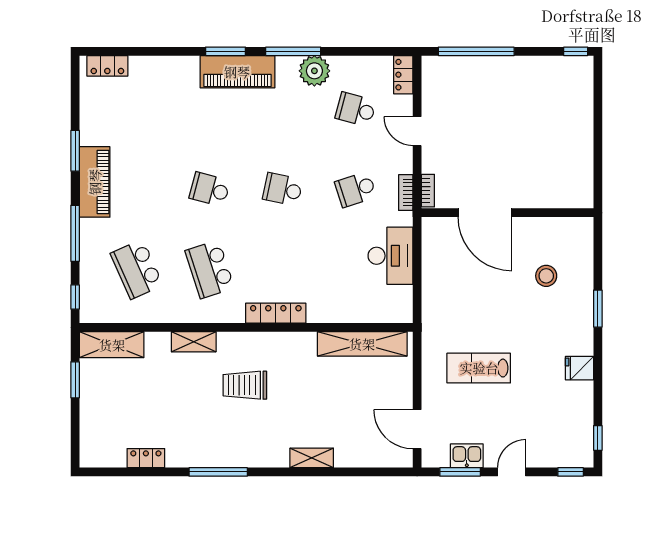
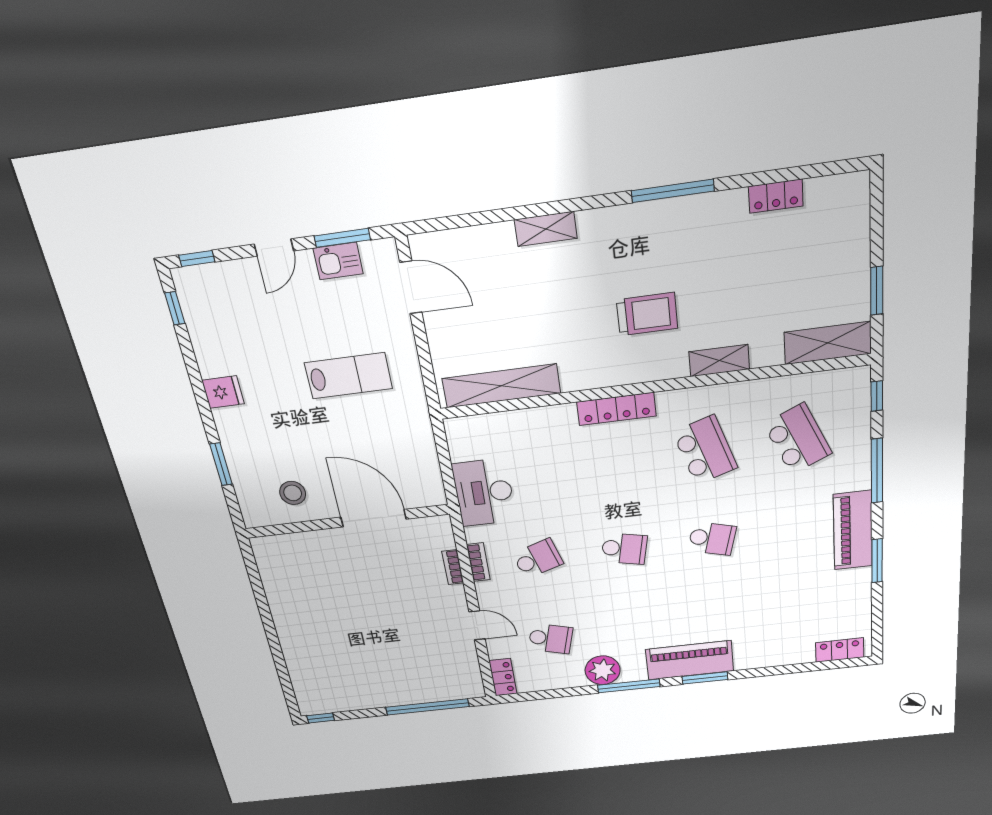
door: (485, 213) -> (374, 518), moved
wall: (507, 213) -> (347, 521), moved

